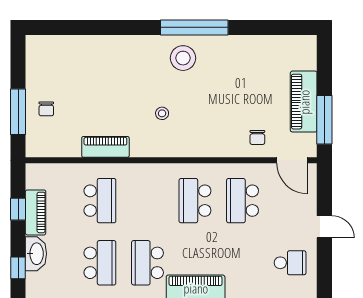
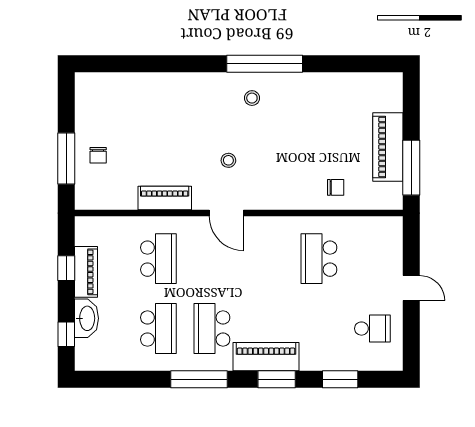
stool: (183, 58) -> (252, 98), width x0.53, depth x0.53
chair: (257, 137) -> (336, 187), turned -90
door: (292, 160) -> (226, 213), moved
school desk: (195, 201) -> (265, 259), removed

